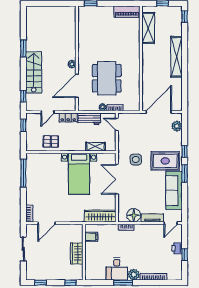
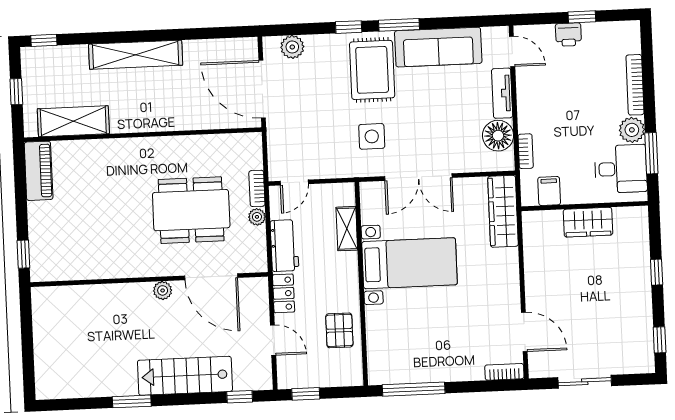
filing cabinet: (91, 237) -> (549, 191), moved
wall: (84, 252) -> (585, 206), moved
wardrobe: (77, 253) -> (588, 222), moved

